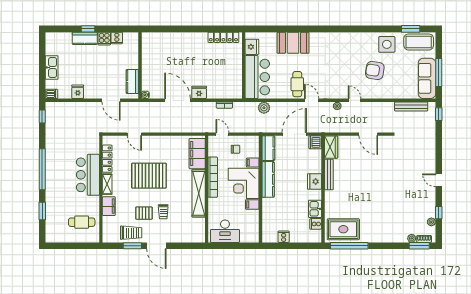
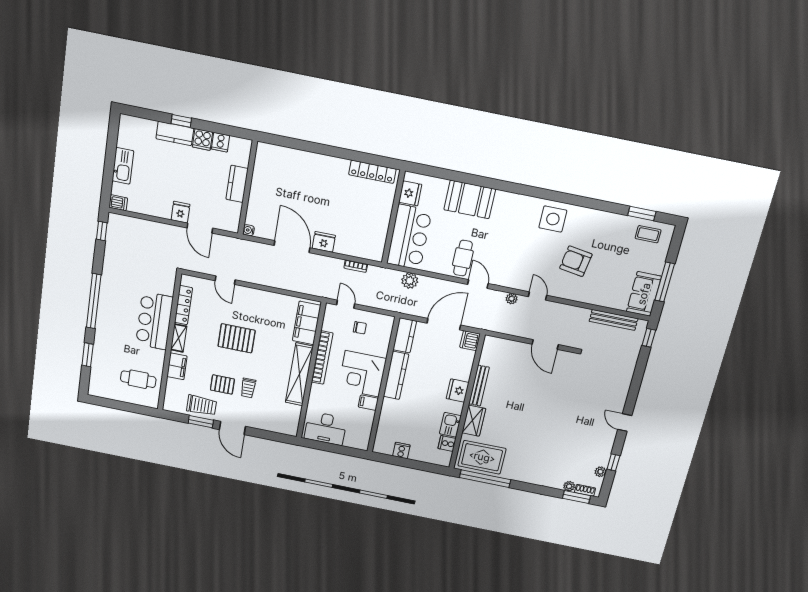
coffee table: (419, 42) -> (648, 234), width x0.54, depth x0.58
side table: (387, 44) -> (553, 219), moved
sofa: (427, 78) -> (644, 294), width x0.73
kitchen counter: (132, 81) -> (237, 184), moved
fridge: (78, 92) -> (181, 212), moved
wardrobe: (331, 147) -> (474, 421), moved
filing cabinet: (253, 163) -> (380, 350), removed
pallet: (149, 176) -> (236, 338), width x0.73, depth x0.71

